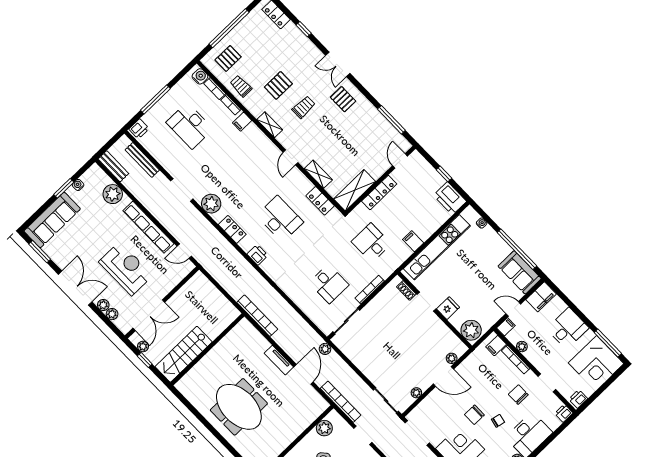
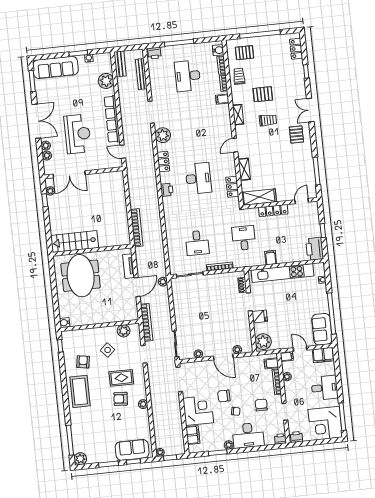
wall: (207, 349) -> (92, 250), moved
stairs: (184, 354) -> (75, 242), moved

